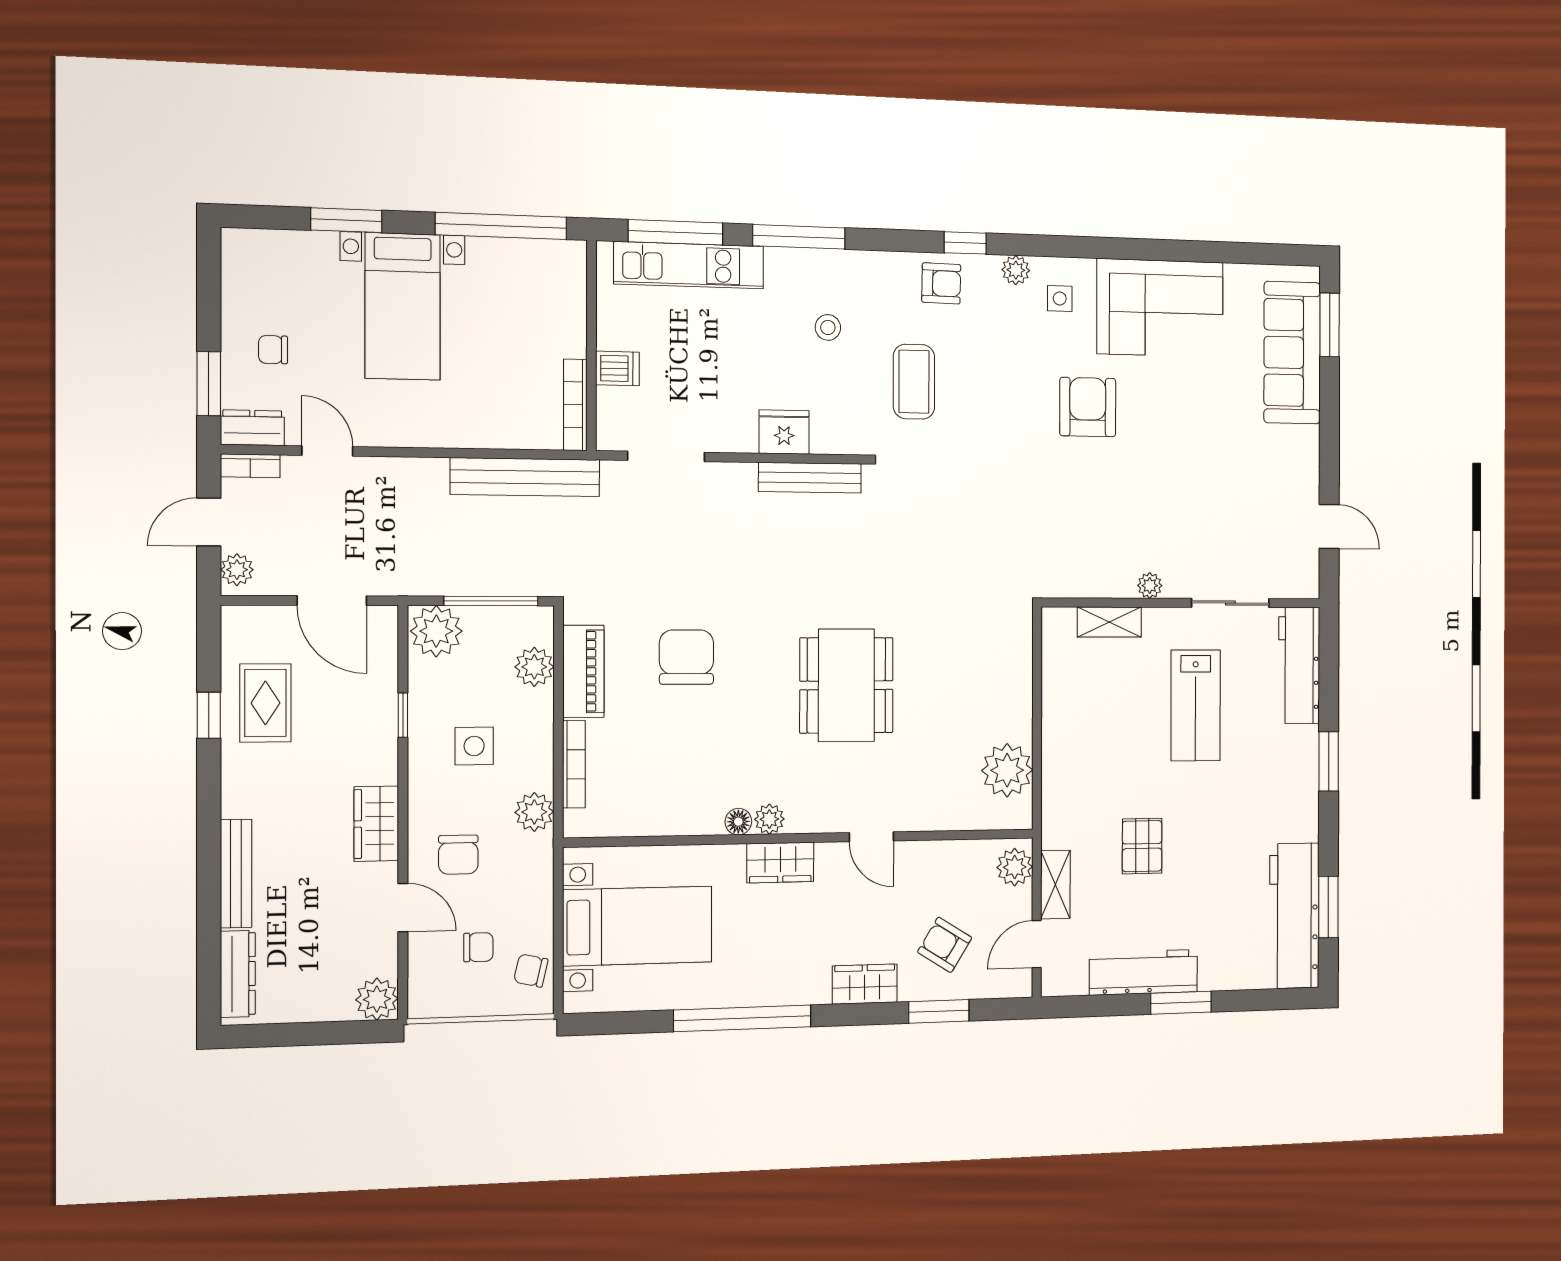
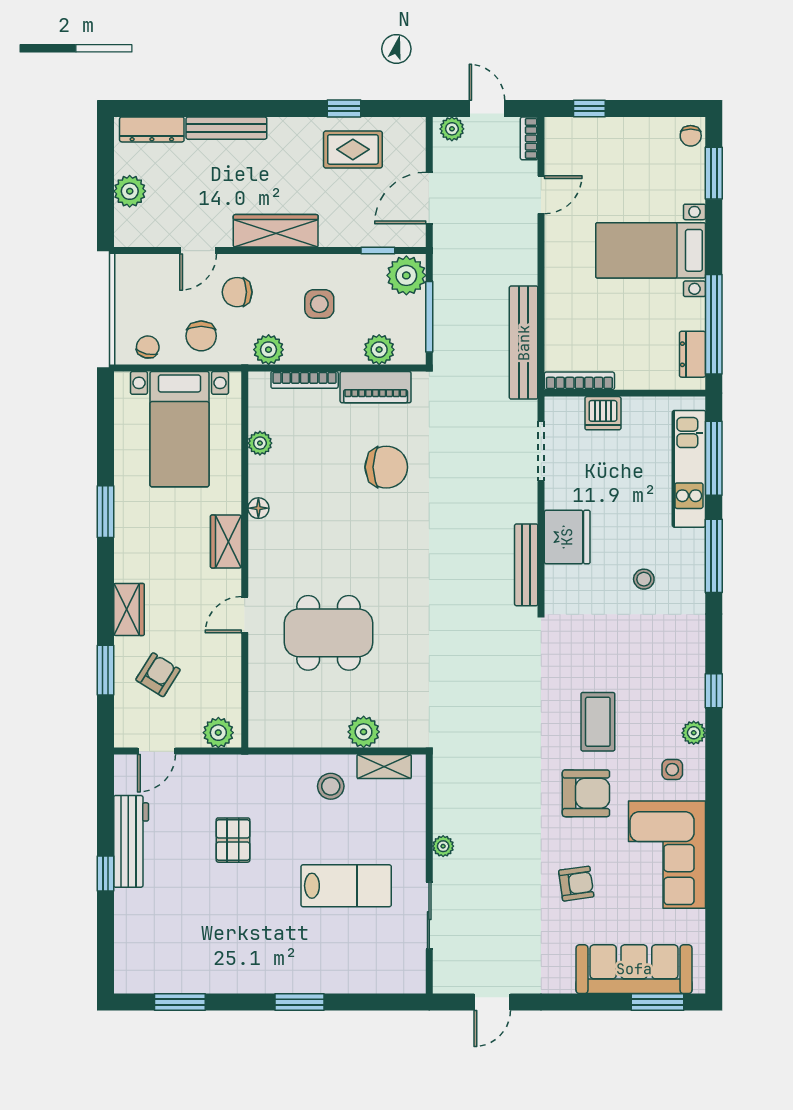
window: (346, 220) -> (714, 173), moved
armchair: (941, 283) -> (576, 884), moved, turned -99
chair: (273, 350) -> (691, 136), moved, turned 180
dishwasher: (617, 368) -> (603, 413), width x1.38
coffee table: (914, 382) -> (598, 722), moved, turned 90
window: (209, 384) -> (589, 108), width x0.67
dresser: (252, 428) -> (692, 354), moved, turned 180
fridge: (784, 432) -> (567, 537), width x1.36, depth x1.34
shelving: (1109, 622) -> (384, 767), moved, turned 90
workbench: (1299, 665) -> (378, 976), removed
dining table: (846, 685) -> (328, 633), moved
lab bench: (1196, 705) -> (346, 886), turned 180
window: (403, 715) -> (378, 251), moved
stool: (1079, 725) -> (331, 786), added
plant: (1007, 770) -> (364, 732), moved, width x0.73, depth x0.73
plant: (769, 819) -> (260, 443), moved
wardrobe: (376, 824) -> (276, 231), width x1.50
pallet: (1142, 846) -> (233, 840), turned 90
shelving: (1055, 885) -> (204, 767), removed
workbench: (1294, 916) -> (173, 972), removed
door: (1037, 944) -> (156, 751), swing flipped
chair: (478, 947) -> (201, 336), moved, width x1.37, depth x1.37
plant: (377, 999) -> (130, 191), moved
window: (1181, 1003) -> (105, 874), width x0.67
window: (743, 1018) -> (105, 512), width x0.47

